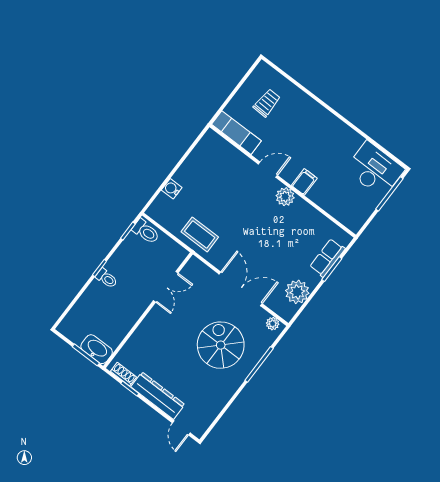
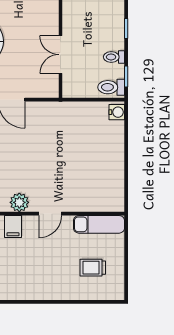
trolley: (267, 103) -> (93, 268), turned 88
water cooler: (172, 189) -> (117, 112), moved
coffee table: (200, 234) -> (65, 118), removed
toilet: (107, 278) -> (114, 57), moved

